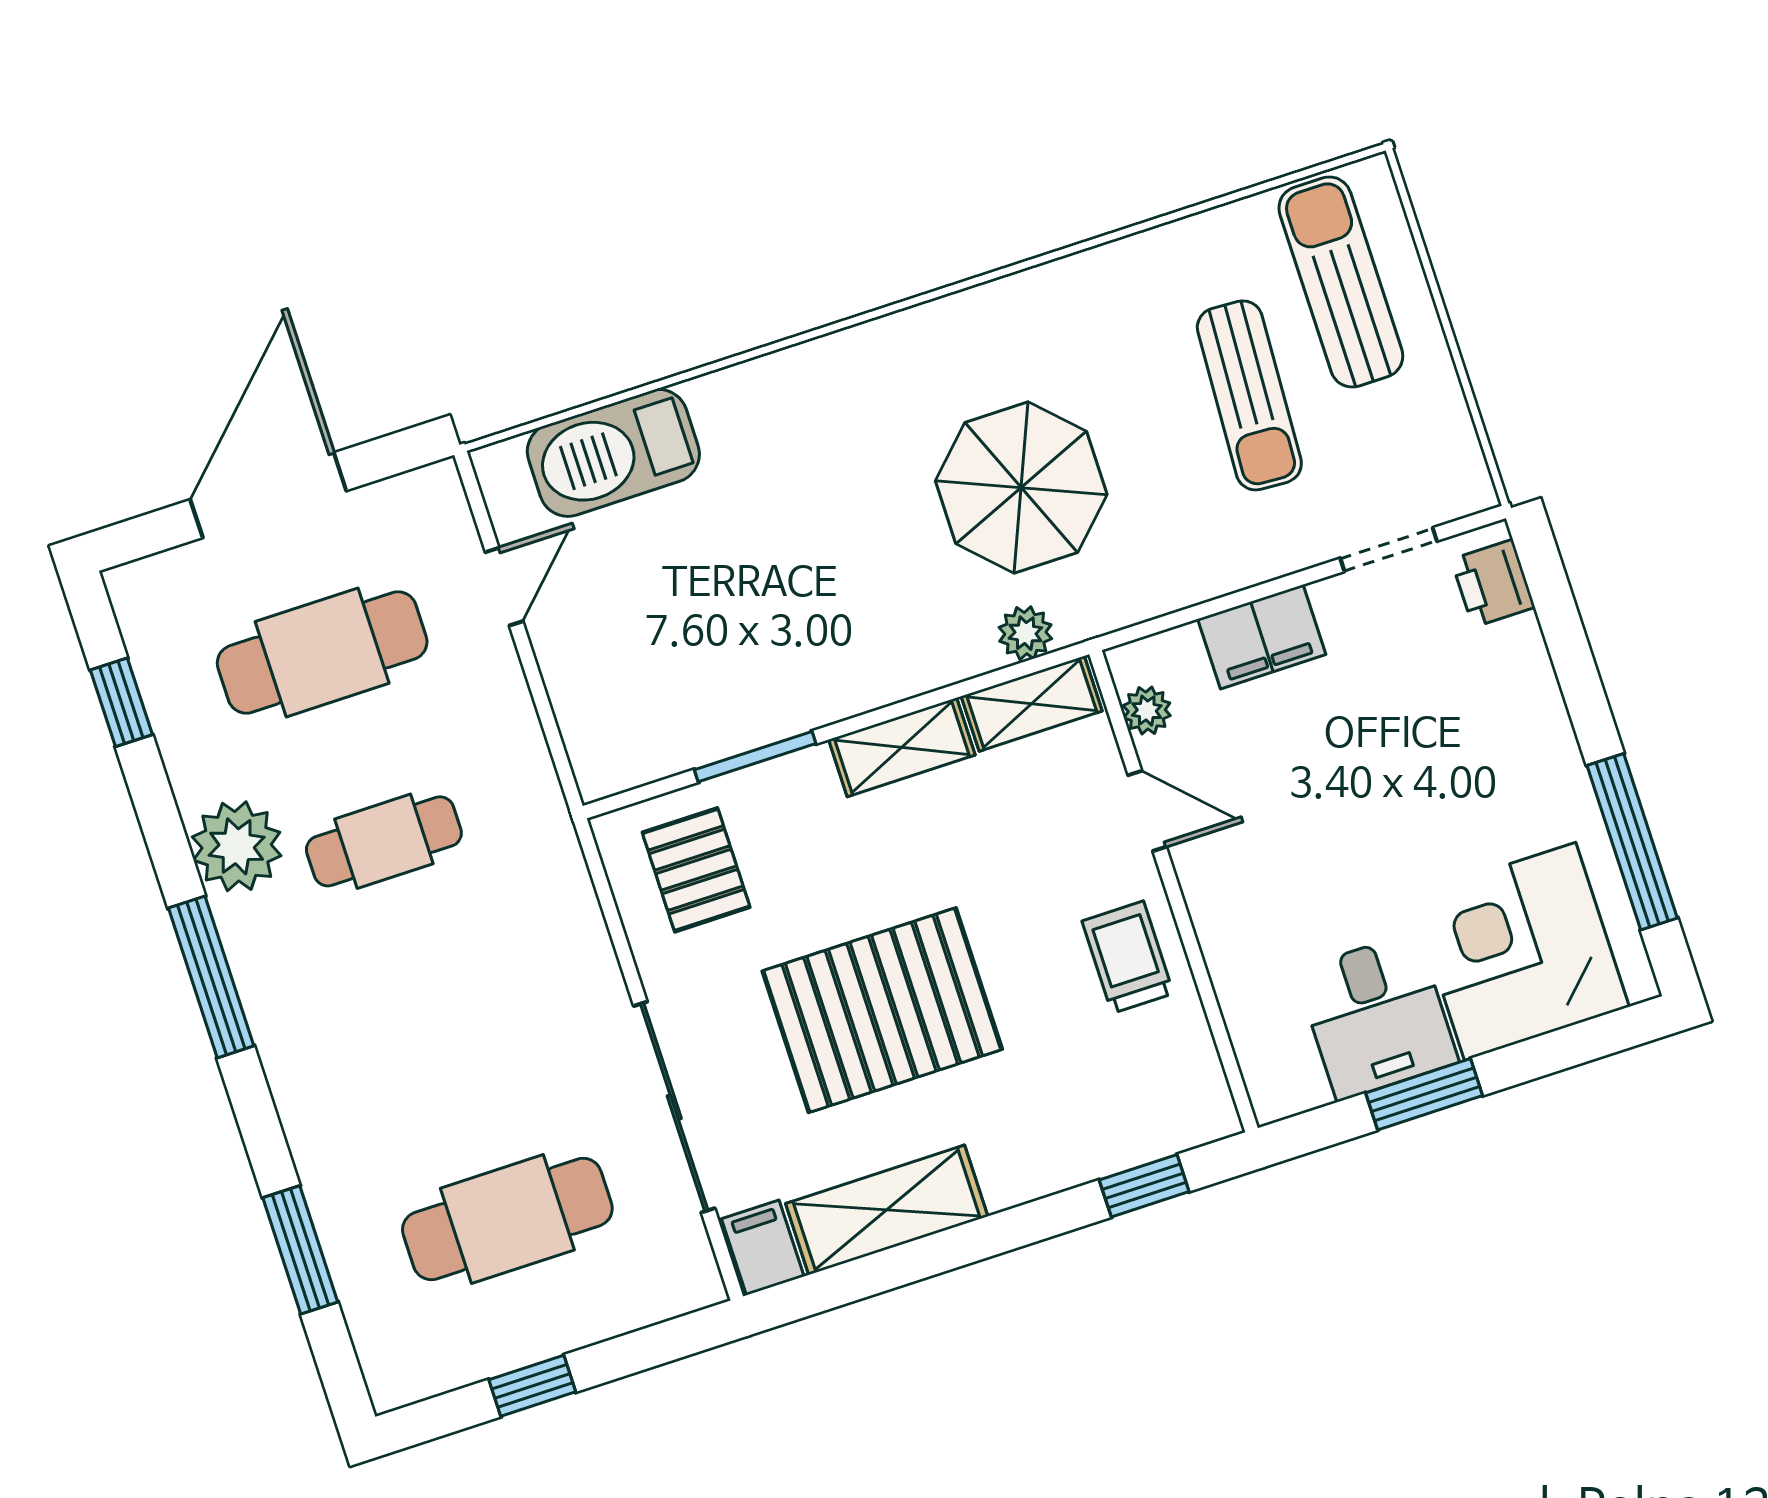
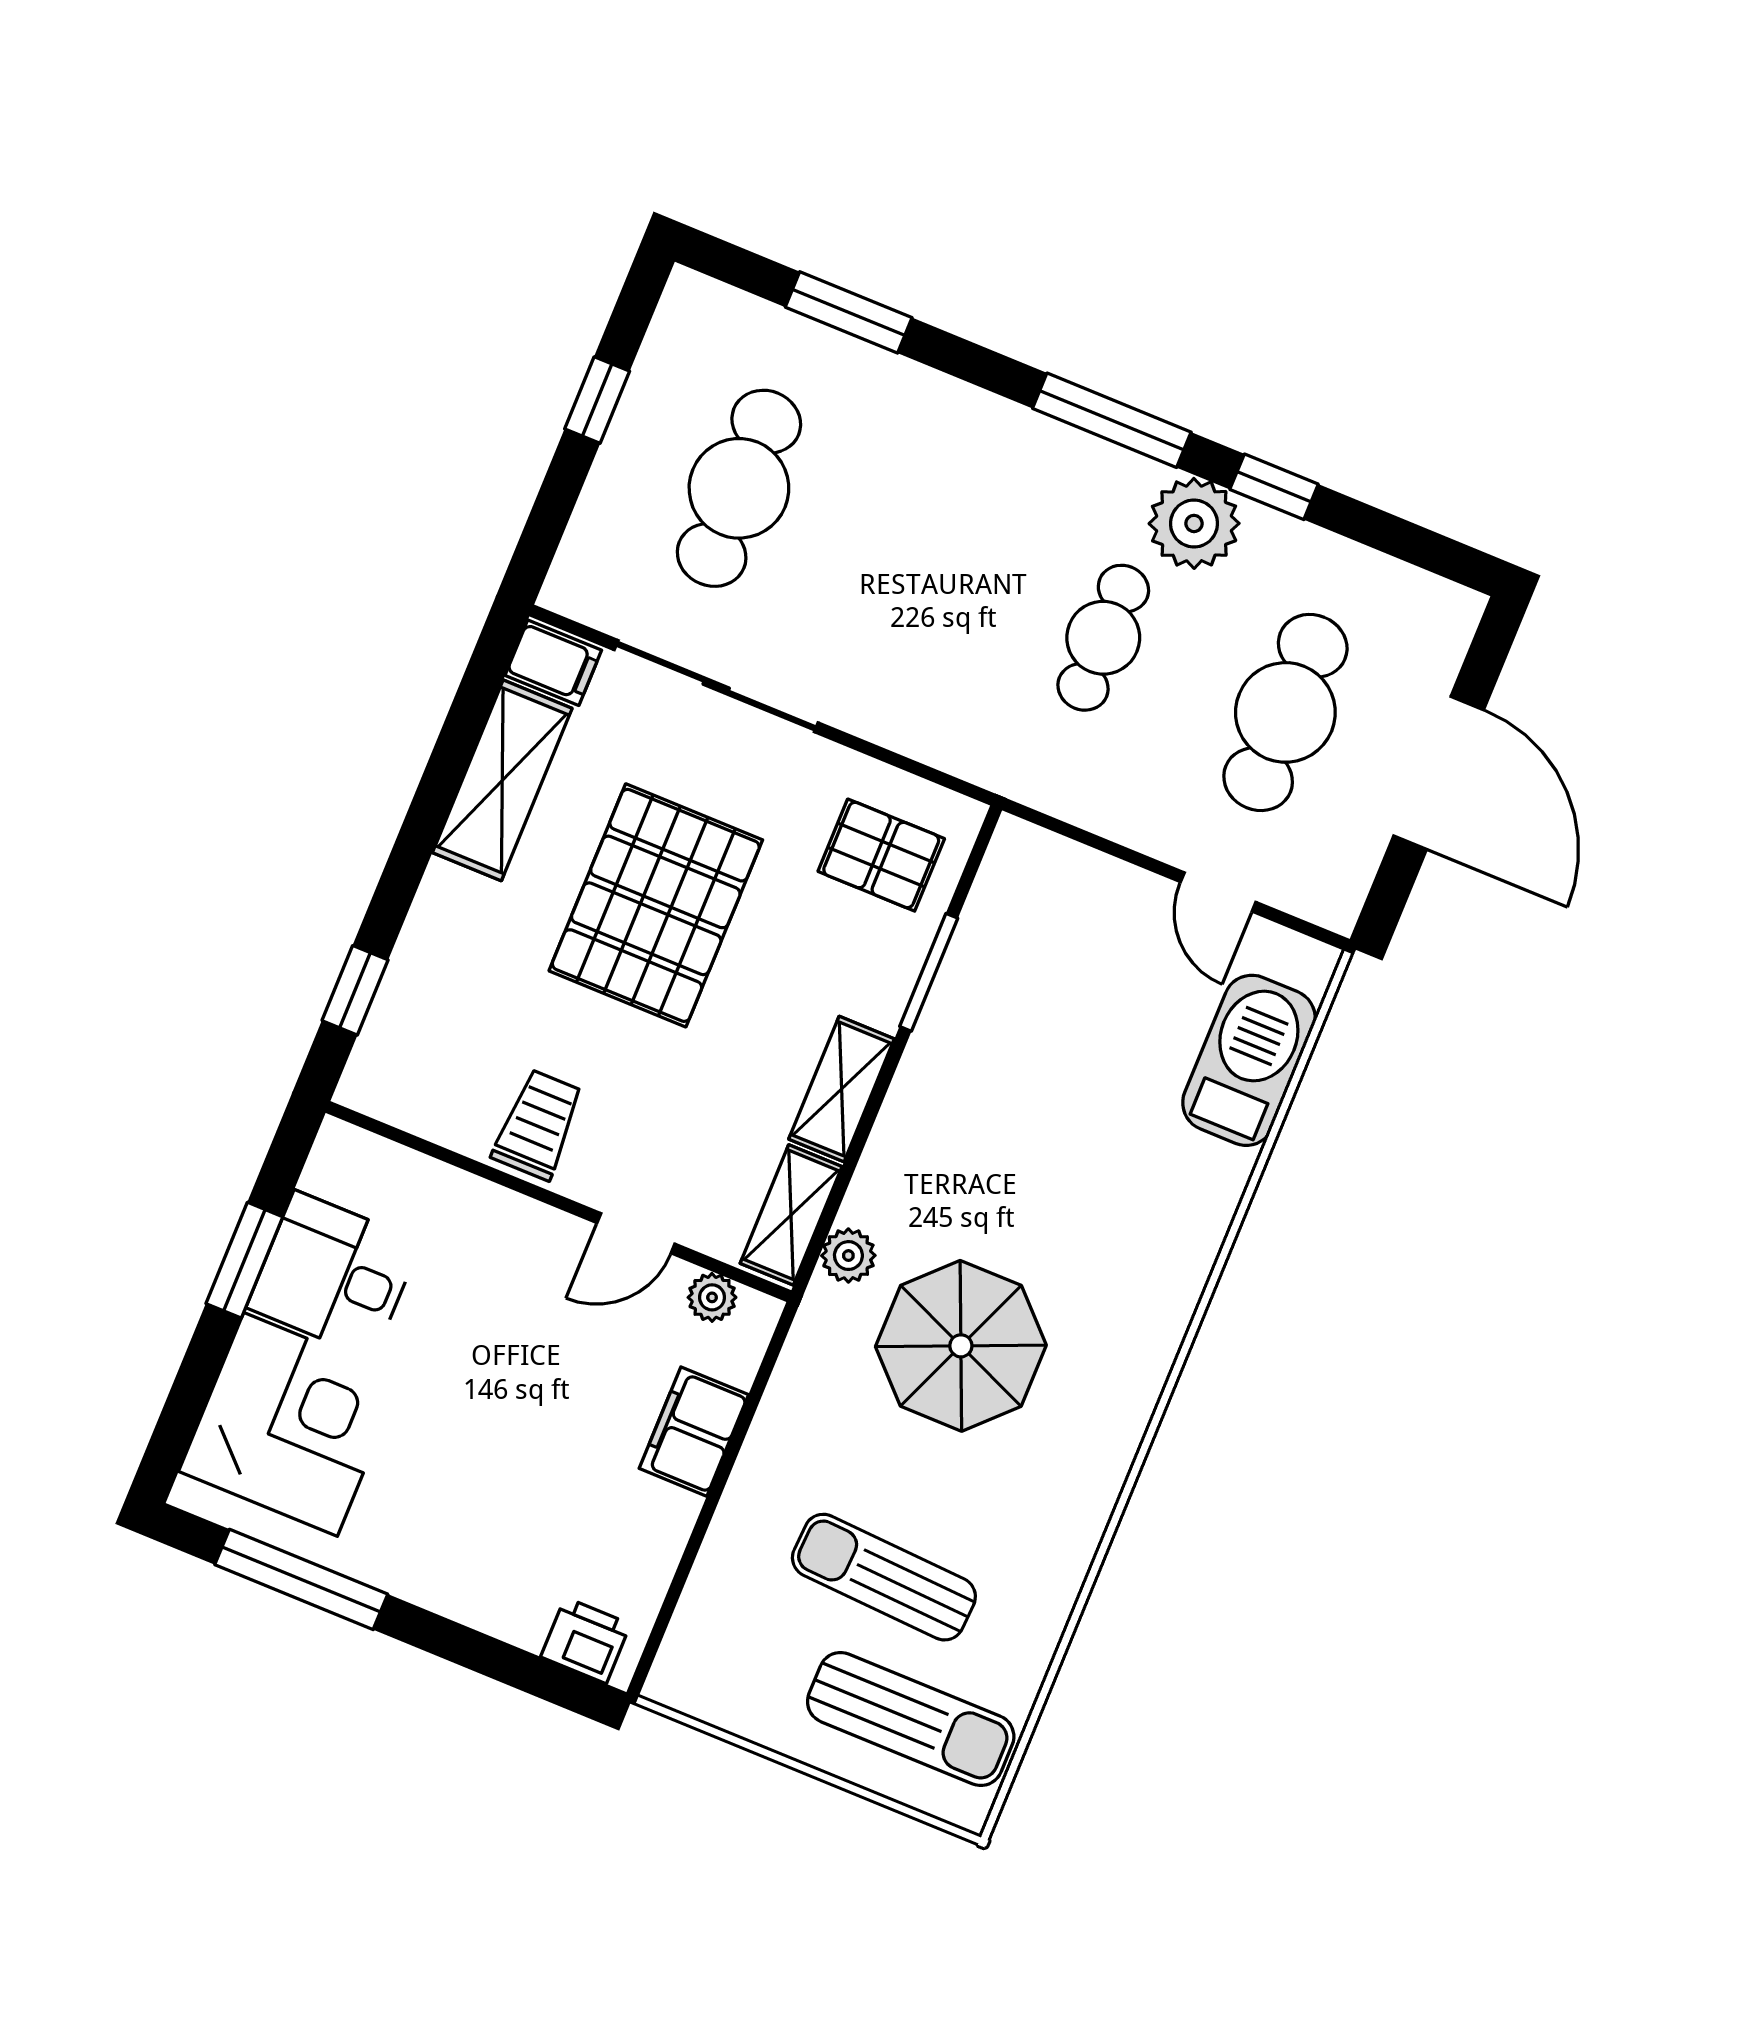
doorway: (1389, 550) -> (678, 1583), removed
window: (121, 702) -> (1274, 487), moved
trolley: (1128, 957) -> (538, 1125), turned -90

